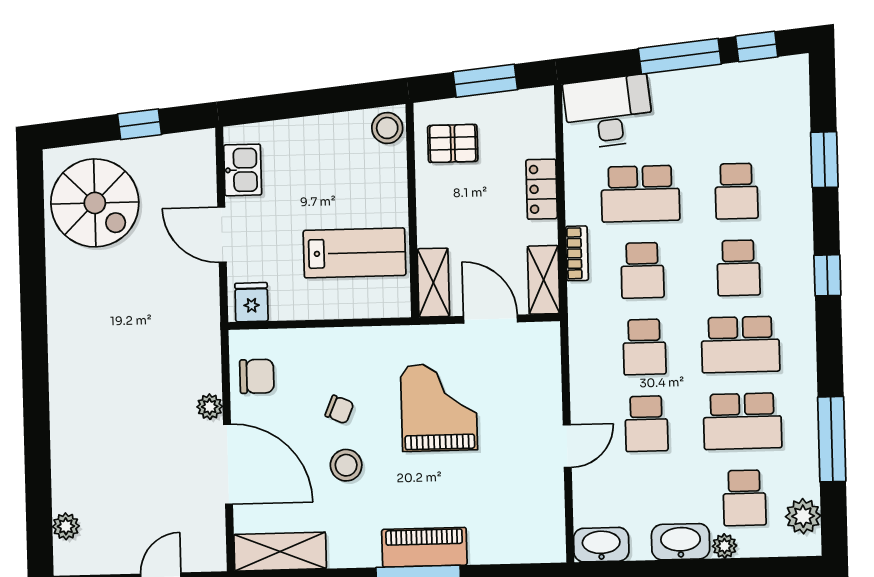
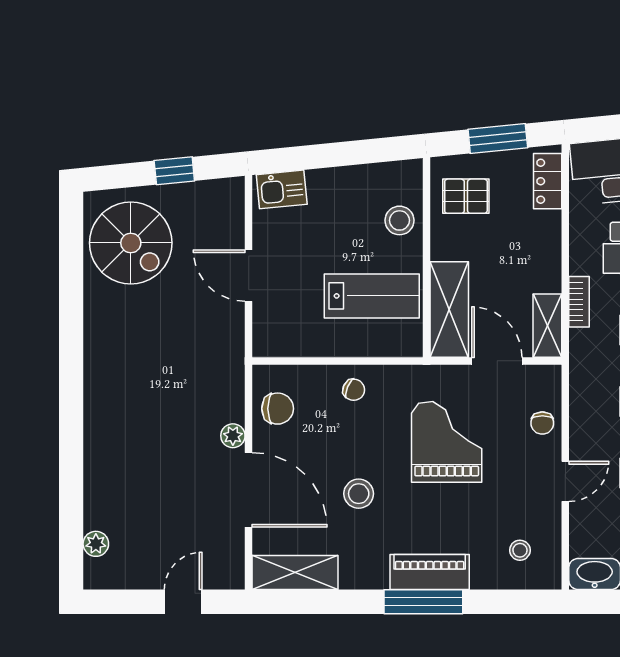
stool: (387, 128) -> (399, 220), moved
kitchen sink: (243, 170) -> (282, 189), moved, turned 84
locker: (542, 189) -> (548, 181), moved
shelving: (433, 283) -> (449, 310), width x1.50, depth x1.33
fridge: (251, 302) -> (274, 339), removed
chair: (541, 384) -> (542, 423), added
chair: (339, 409) -> (354, 390), moved
stool: (521, 521) -> (520, 550), added

